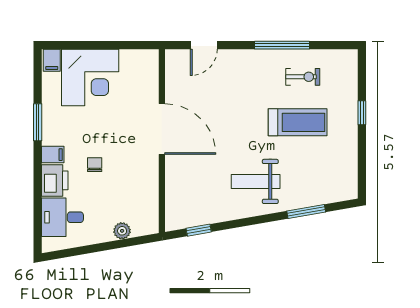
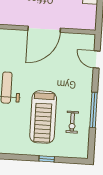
treadmill: (298, 122) -> (43, 117), width x1.37, depth x1.38

